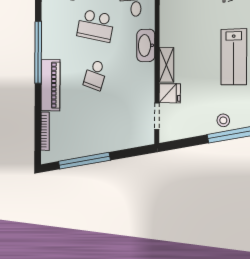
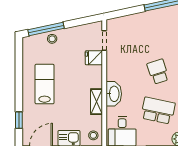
shelving: (166, 65) -> (97, 102), moved
school desk: (95, 75) -> (158, 72), turned -36

